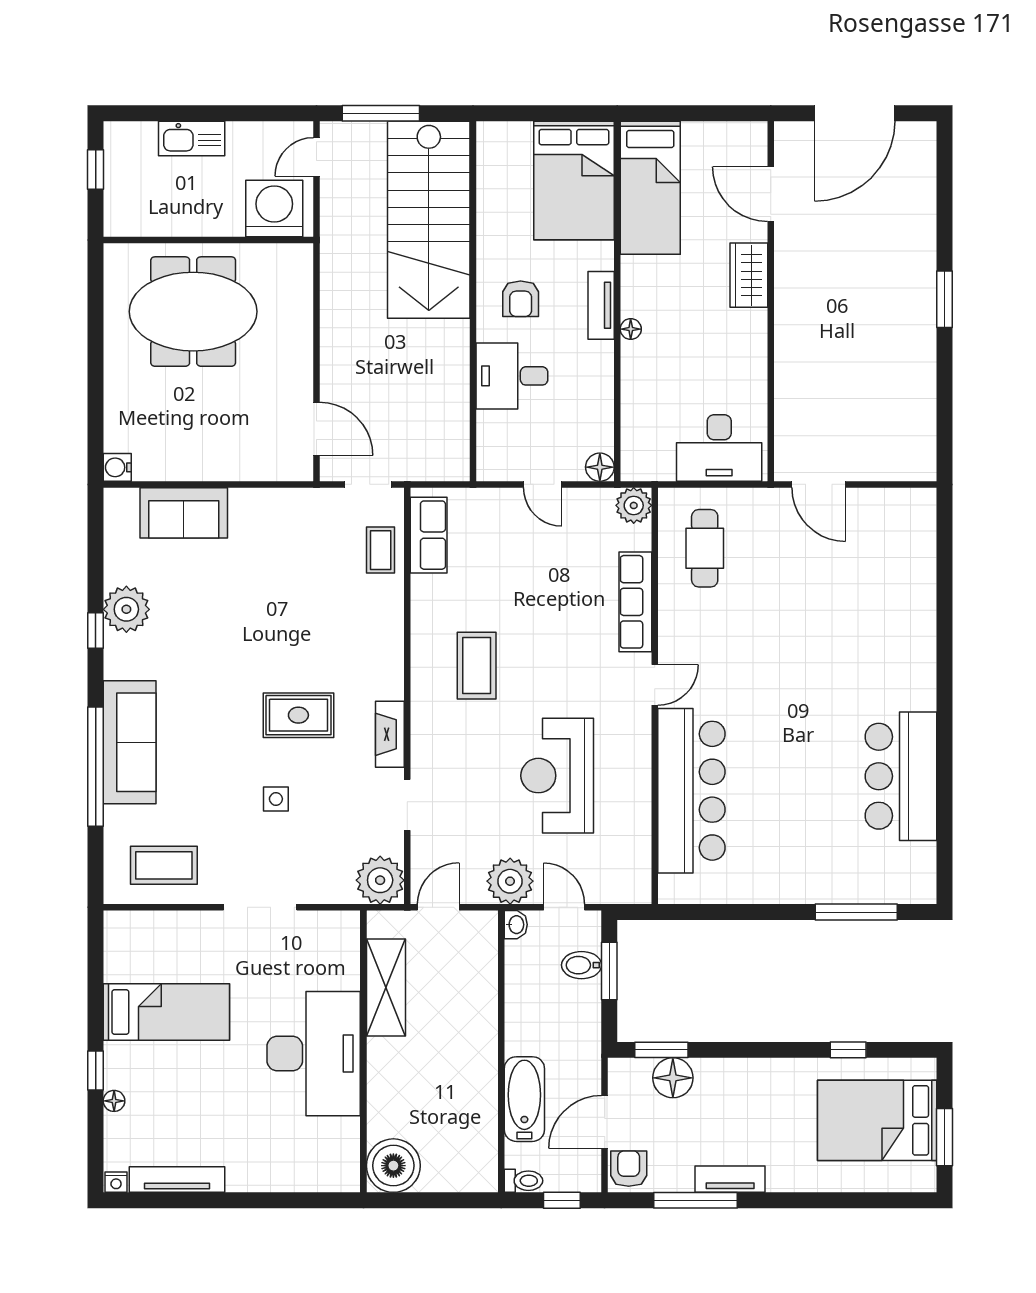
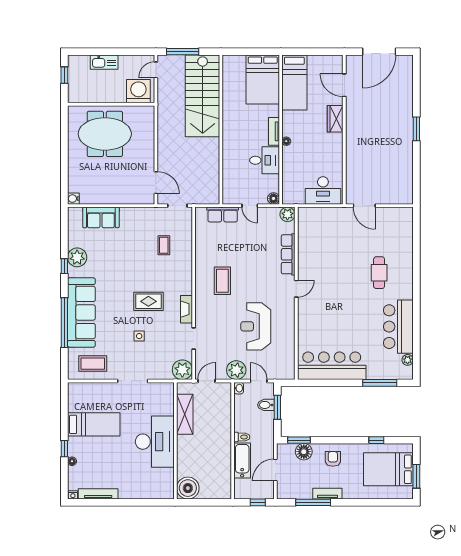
armchair: (521, 299) -> (241, 129), removed
desk: (512, 376) -> (265, 160), moved, turned 180
row of seats: (429, 535) -> (223, 214), moved, turned 90
cafe table: (705, 548) -> (379, 273), moved
coffee table: (381, 550) -> (164, 245), moved
sofa: (130, 742) -> (81, 313), width x1.36, depth x1.27
bar counter: (691, 791) -> (332, 366), moved, turned -90
plant: (923, 856) -> (408, 360), added
armchair: (629, 1169) -> (333, 459), moved
toilet: (523, 1181) -> (242, 437), moved

